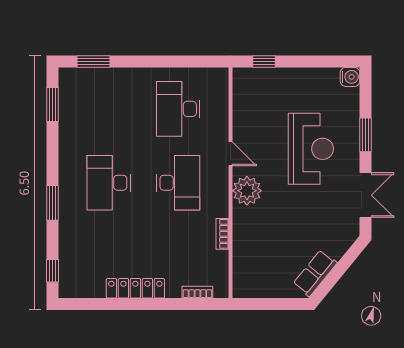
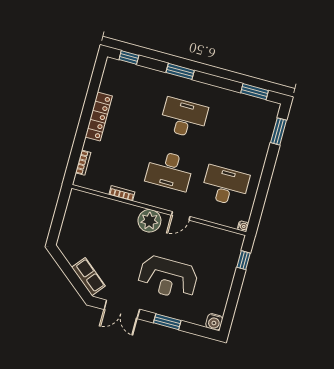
water cooler: (222, 73) -> (243, 226), added
row of seats: (315, 273) -> (88, 277), moved

